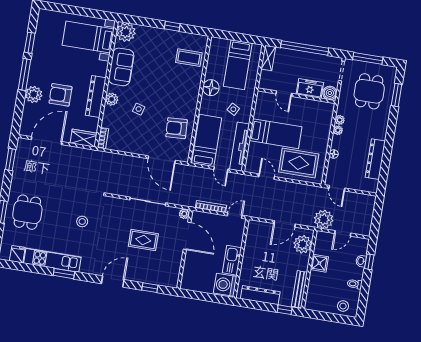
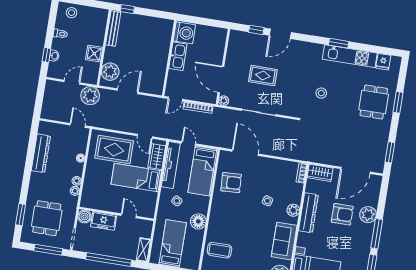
wardrobe: (254, 155) -> (157, 157), added
door: (113, 282) -> (280, 34), moved
dresser: (260, 295) -> (151, 23), removed

